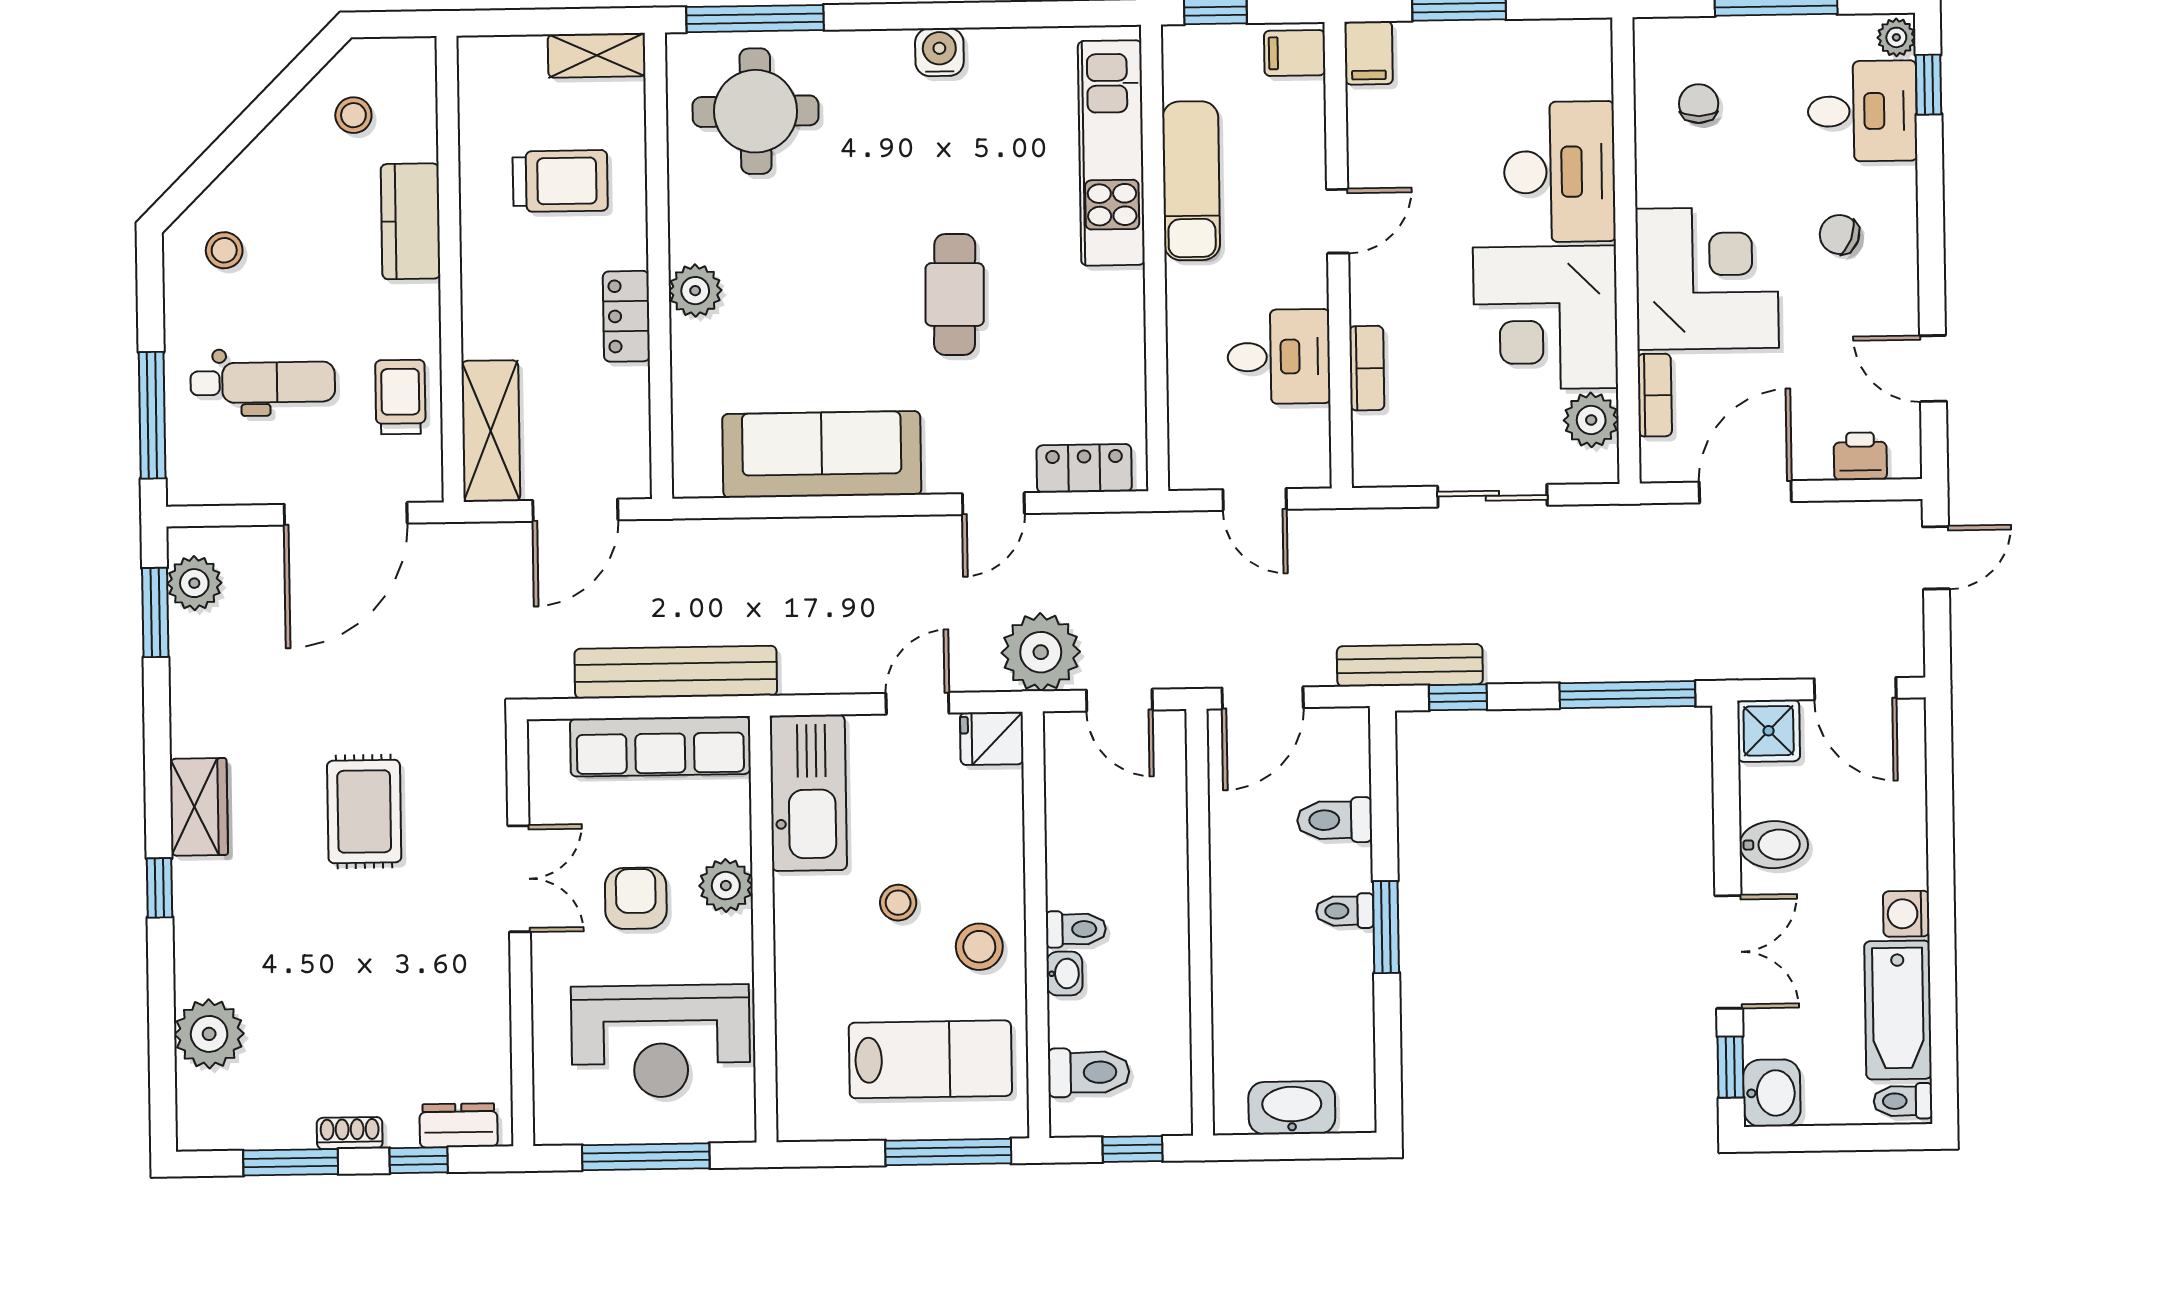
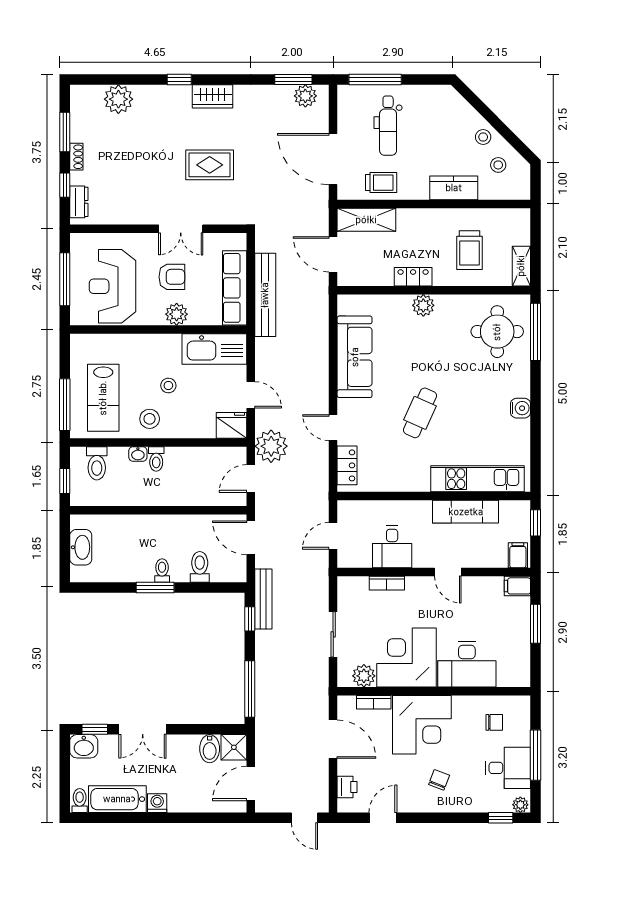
desk: (1862, 111) -> (508, 768), moved, turned -90
stool: (224, 250) -> (483, 137), moved
cafe table: (955, 294) -> (420, 413), turned -67
fridge: (992, 738) -> (232, 425), width x1.38
bidet: (1774, 845) -> (210, 749), moved

